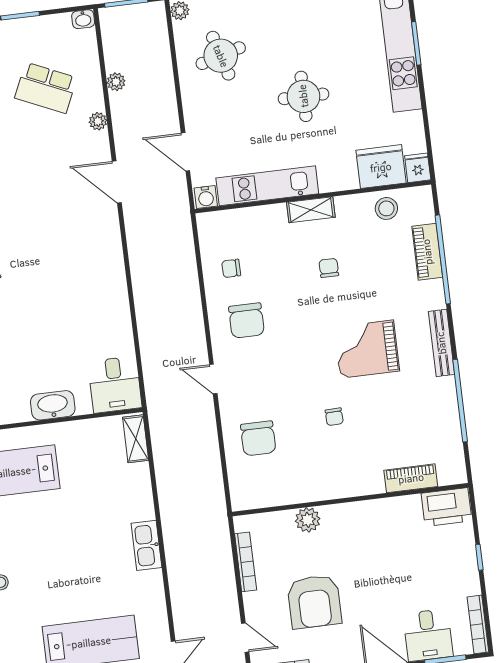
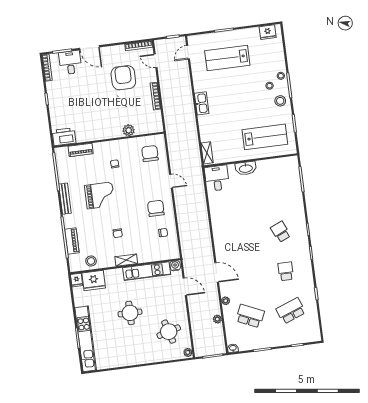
piano: (411, 478) -> (81, 150), moved
wall: (350, 500) -> (109, 140), moved
printer: (446, 507) -> (64, 137), moved
plant: (308, 520) -> (129, 130), moved

